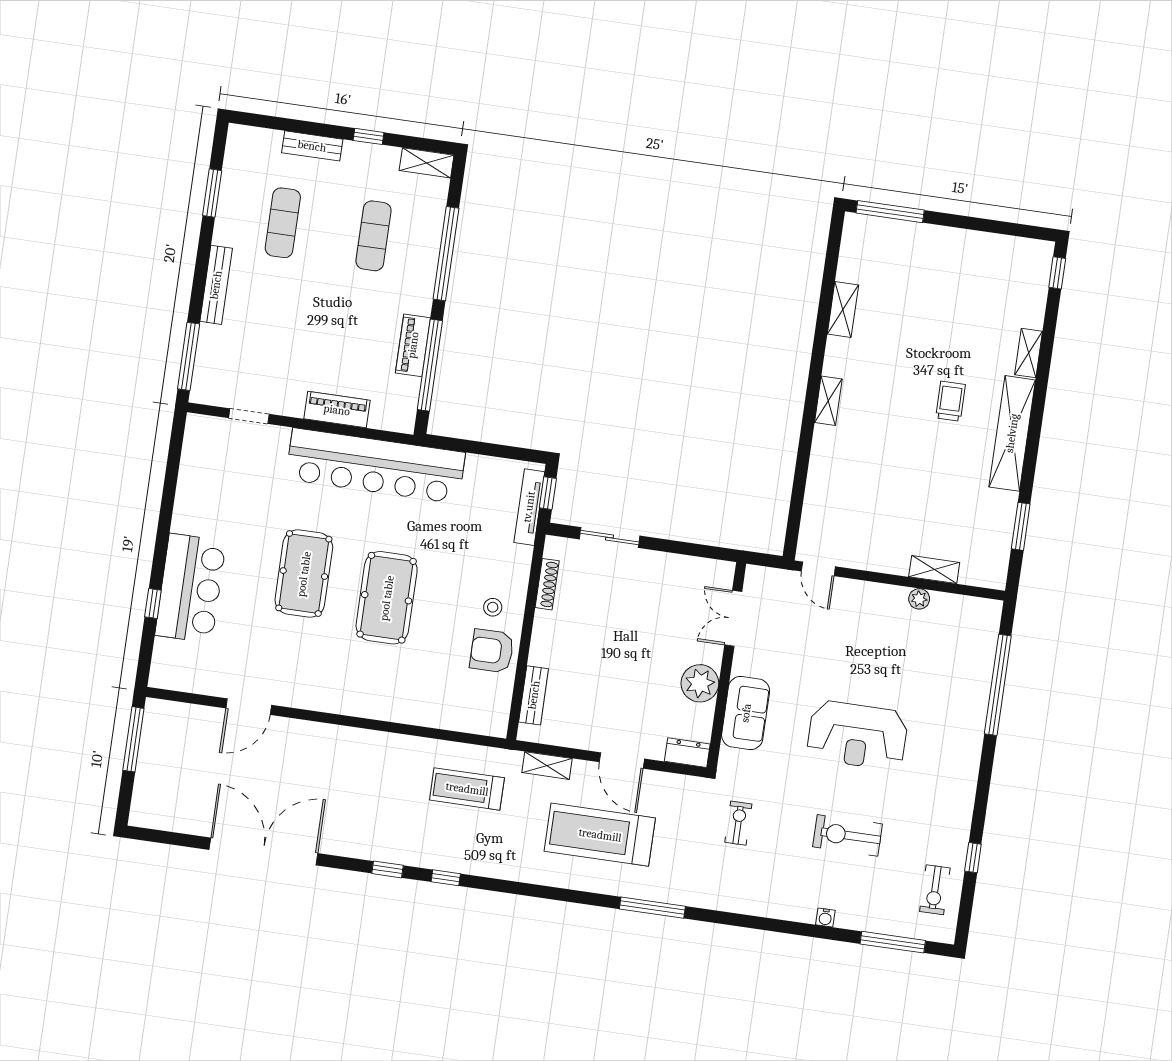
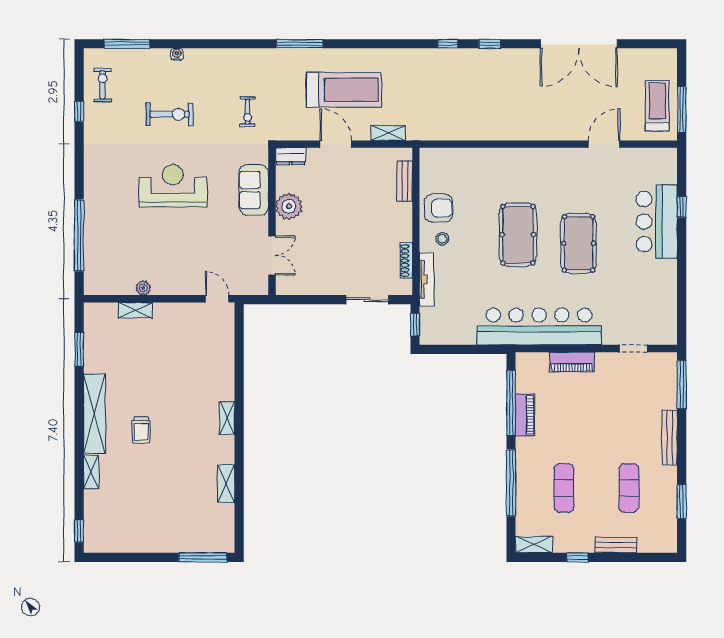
tv unit: (529, 507) -> (427, 279), moved
treadmill: (467, 789) -> (657, 106), moved, turned -90

